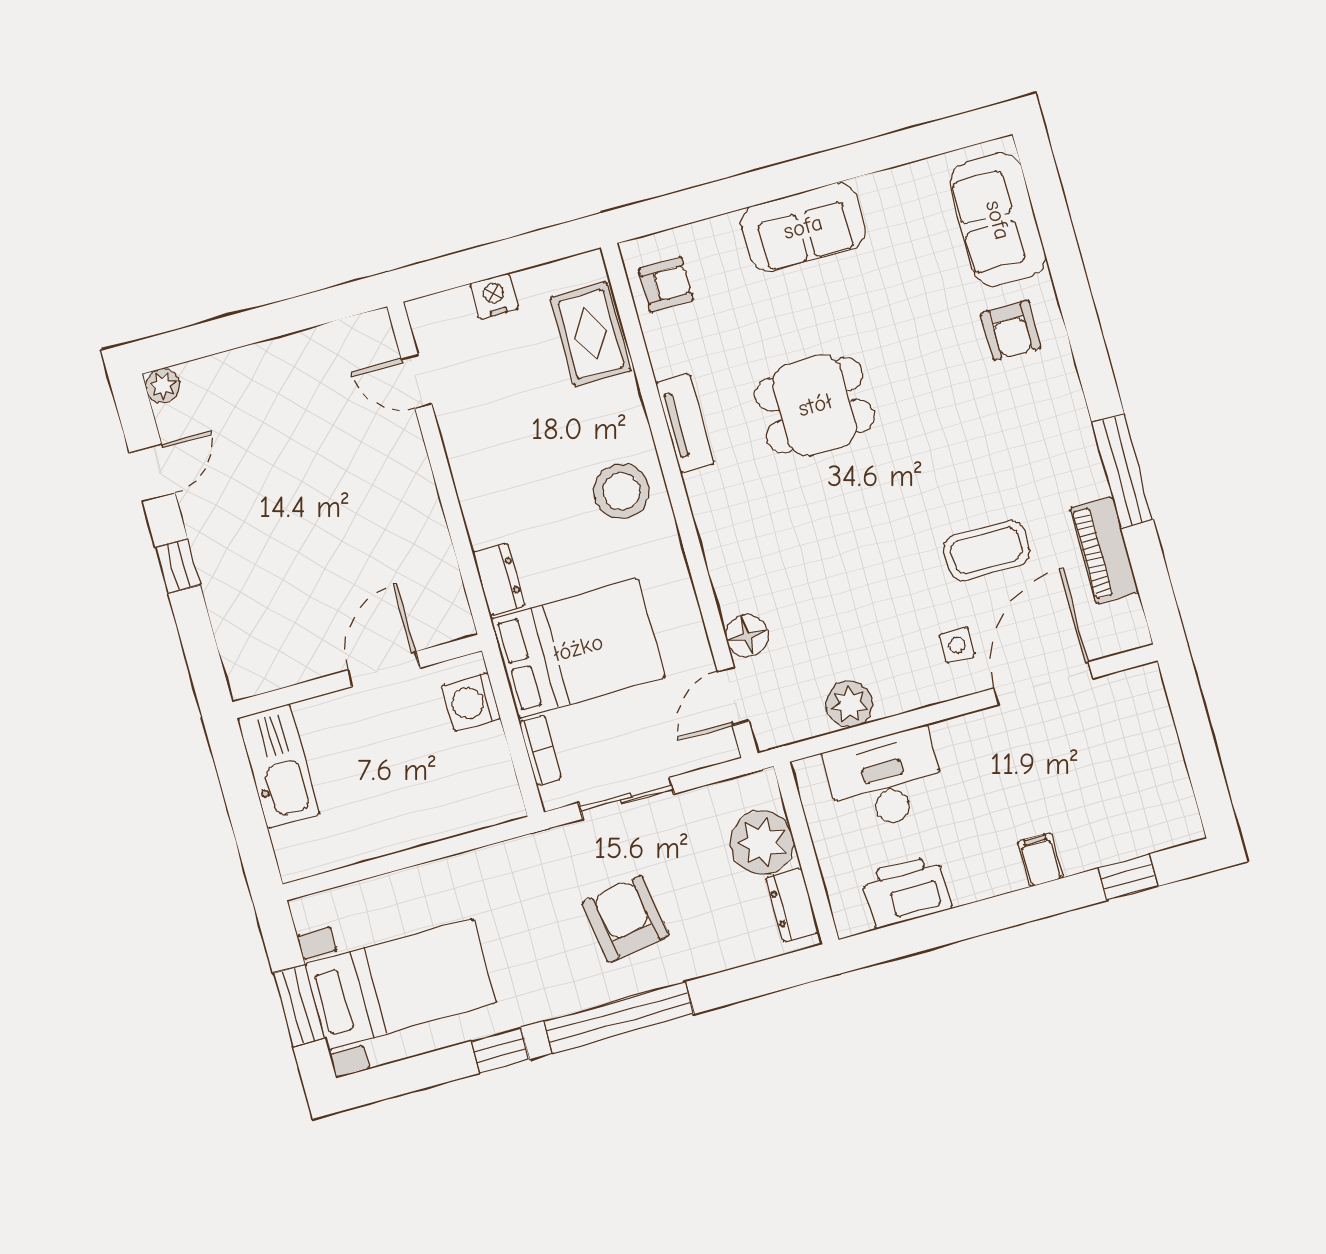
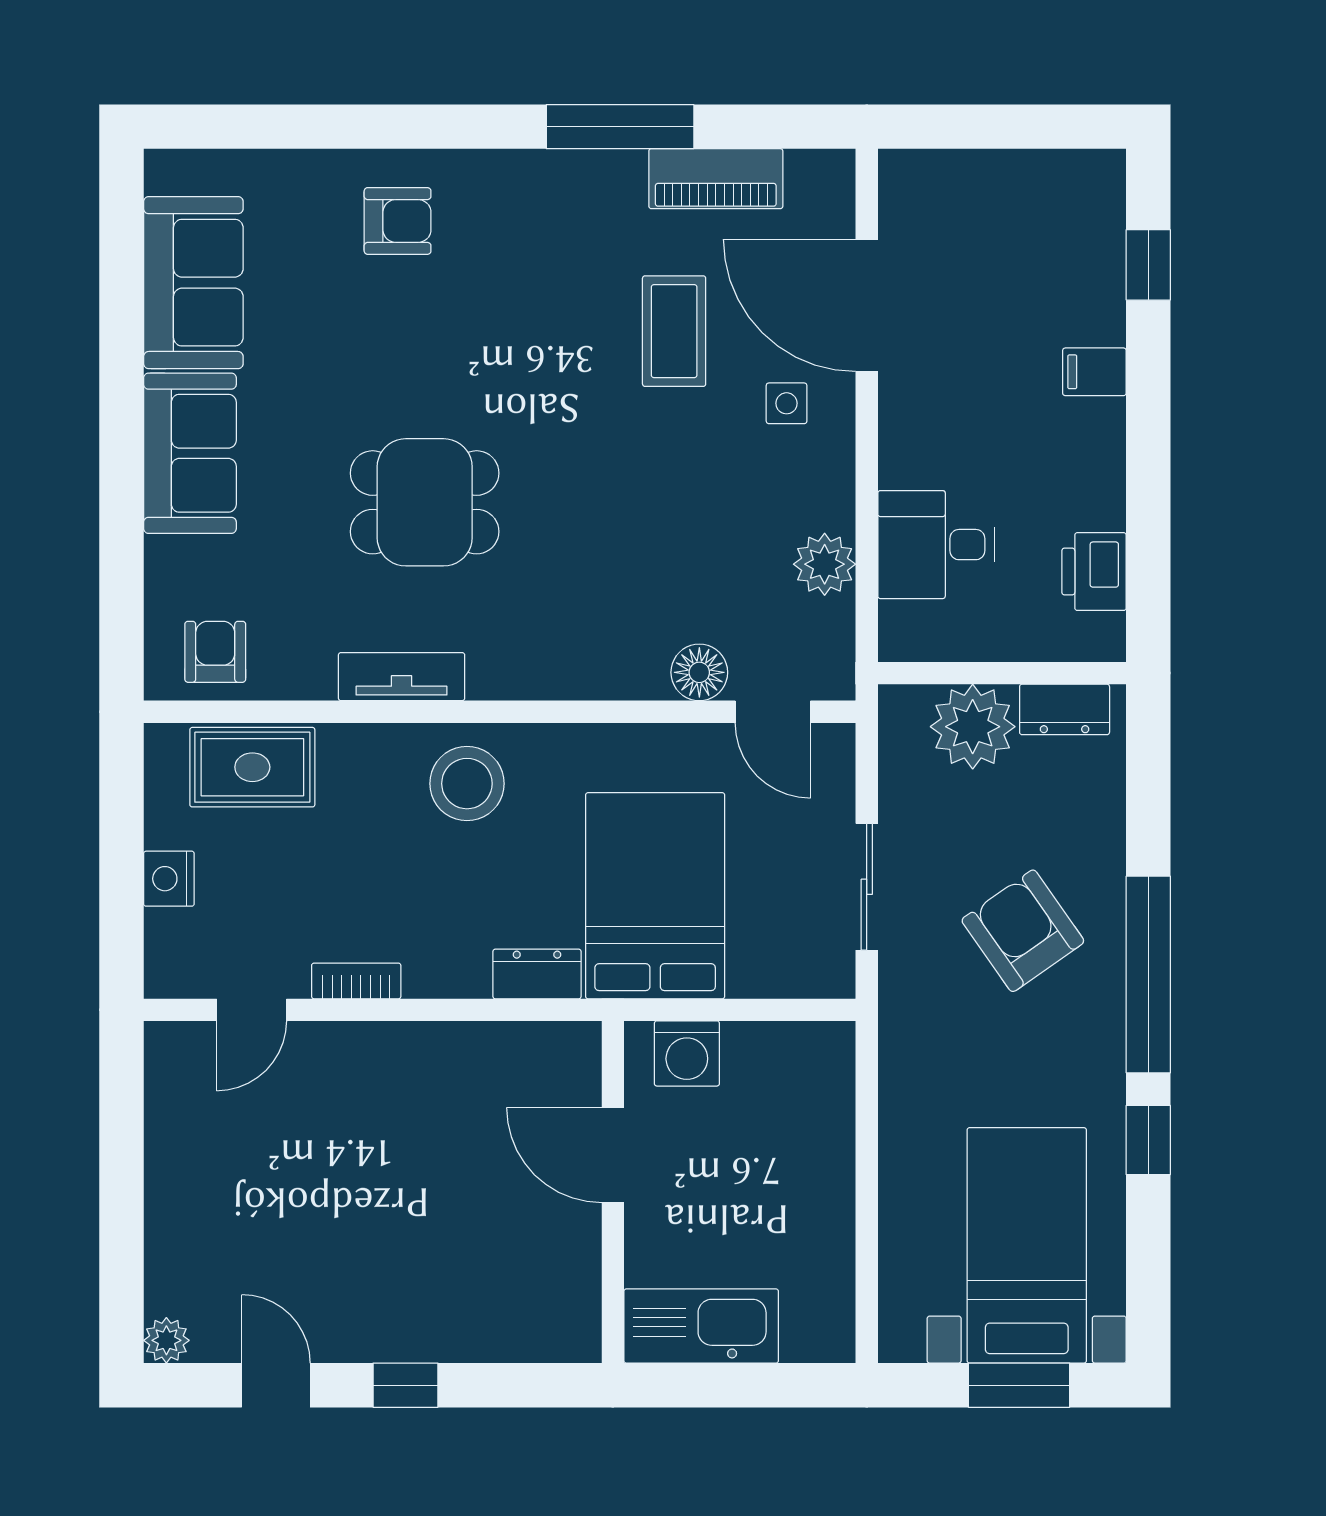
sofa: (998, 220) -> (193, 283), moved, turned -90
dining table: (815, 405) -> (425, 502), turned 90
bookcase: (540, 750) -> (356, 981), moved
desk: (885, 780) -> (936, 545), width x0.73
printer: (906, 892) -> (1094, 572), width x0.73, depth x0.84
armchair: (625, 919) -> (1023, 931), turned 64

